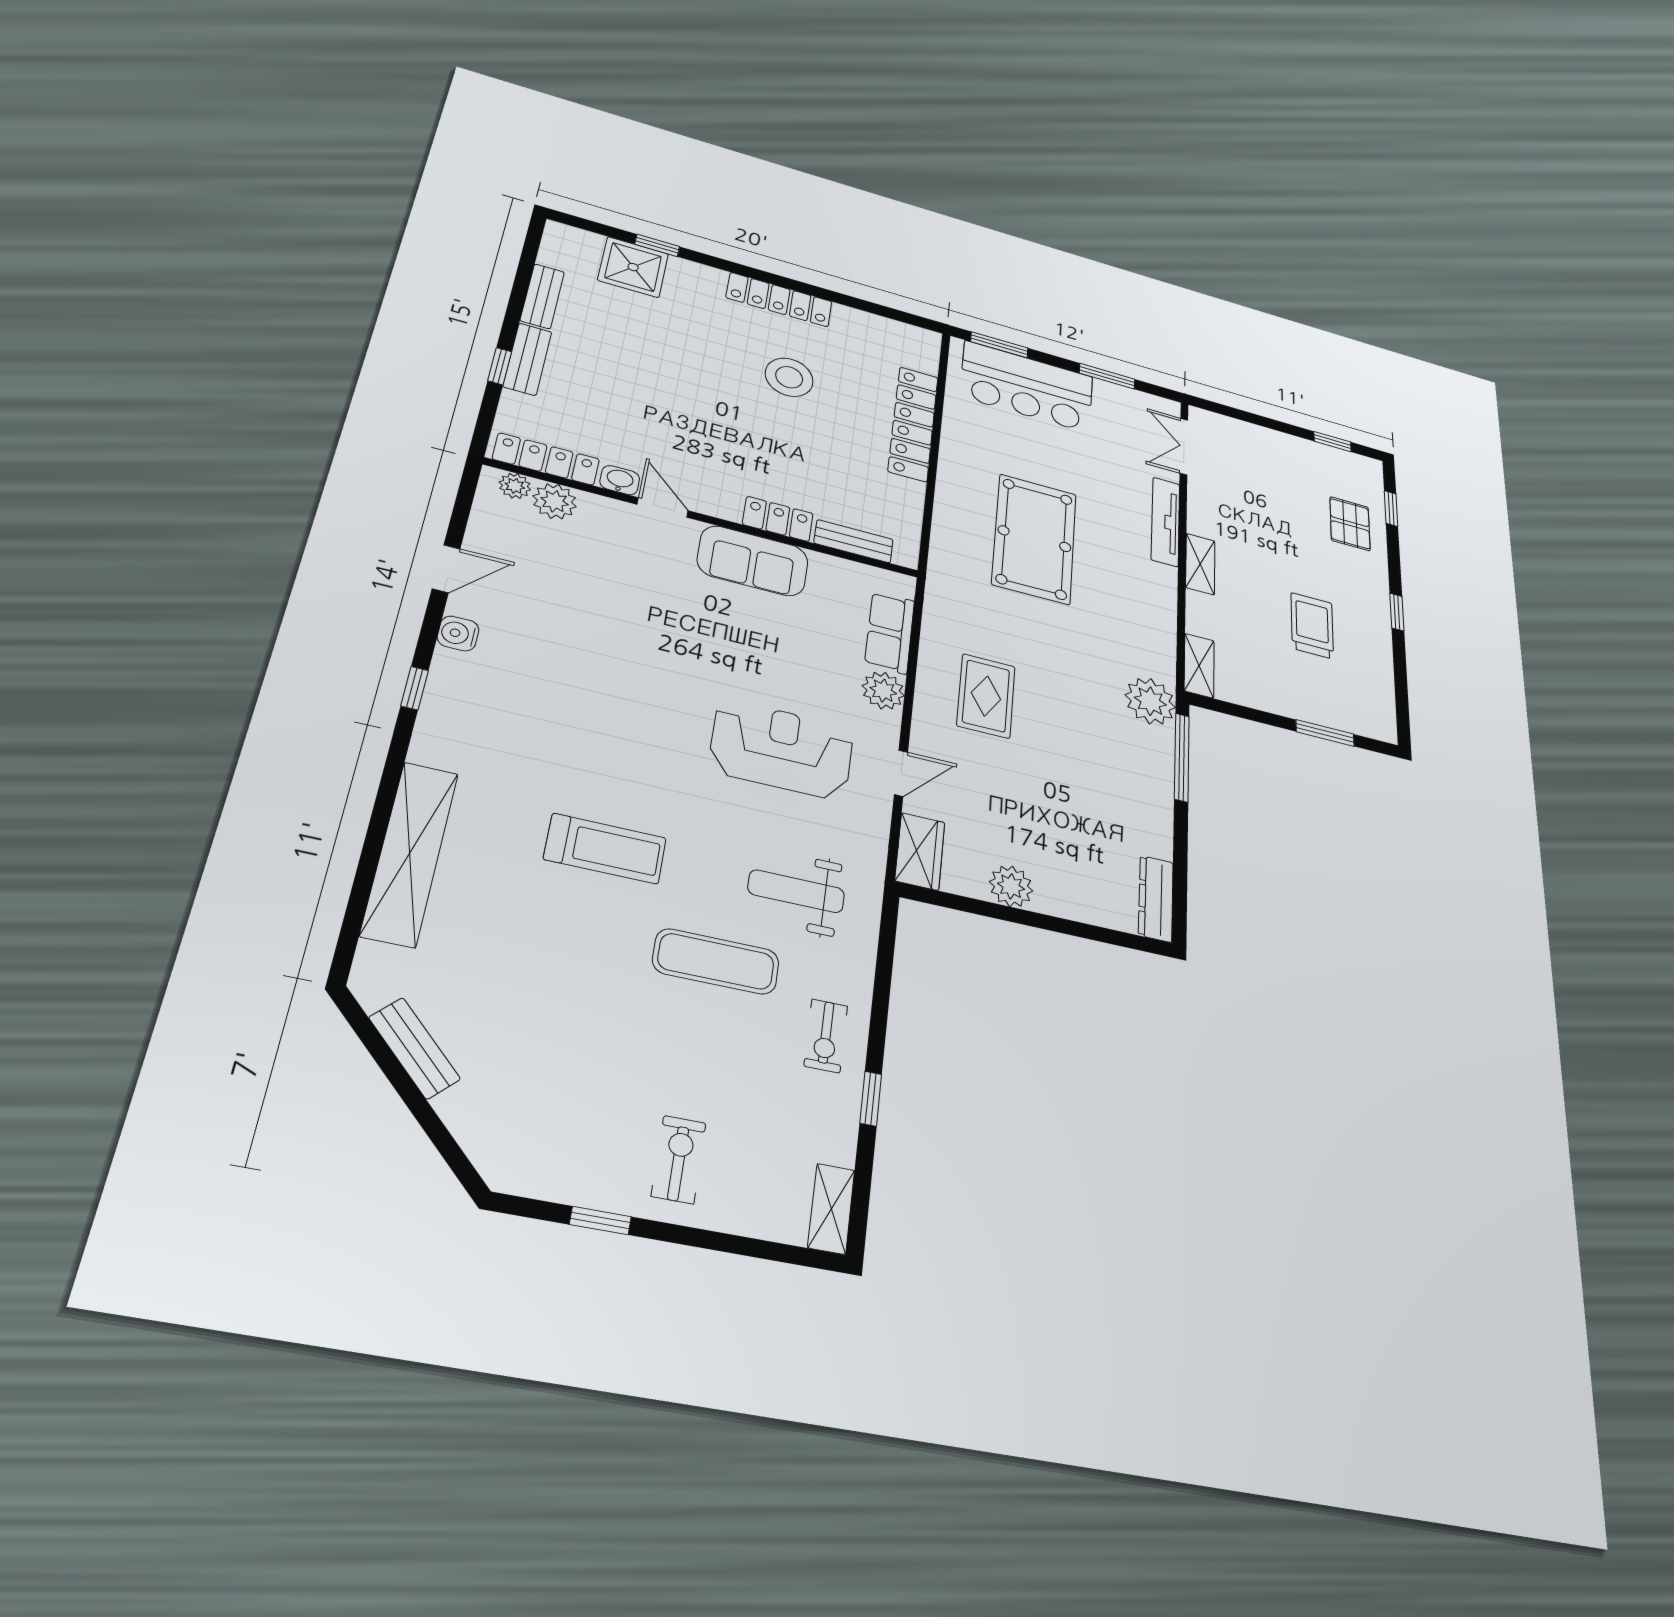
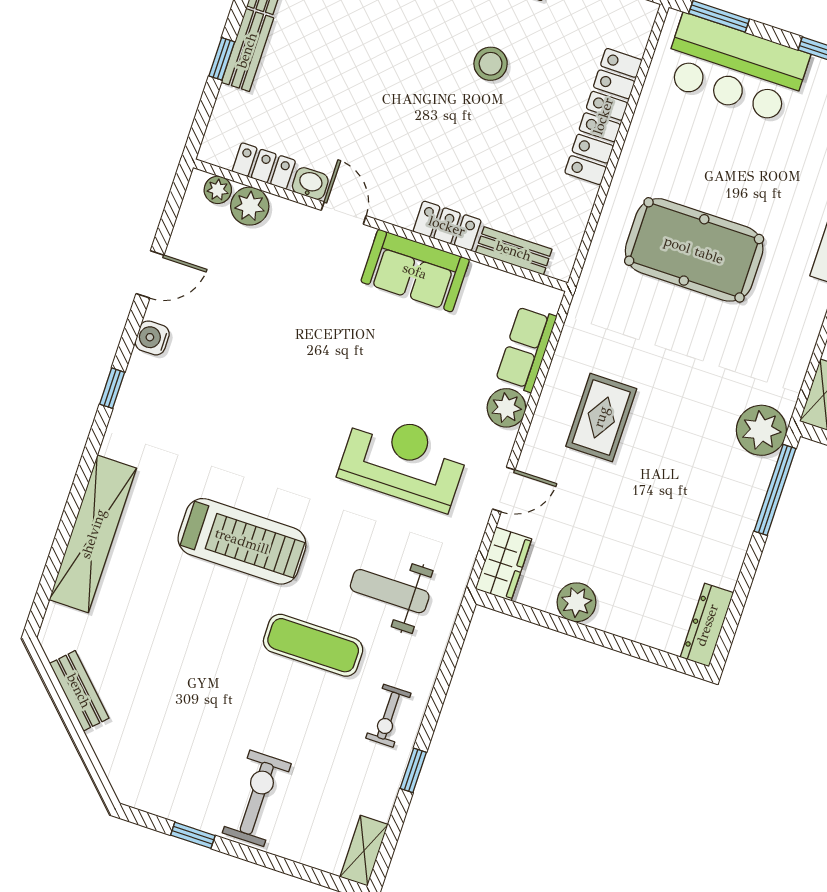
stool: (789, 377) -> (491, 64), width x0.73, depth x0.73
locker: (546, 459) -> (264, 166), width x0.66
pool table: (1034, 539) -> (694, 250), turned 90
treadmill: (605, 849) -> (242, 541), width x1.37, depth x1.38
exercise bike: (679, 1159) -> (257, 798), width x1.38, depth x1.39

